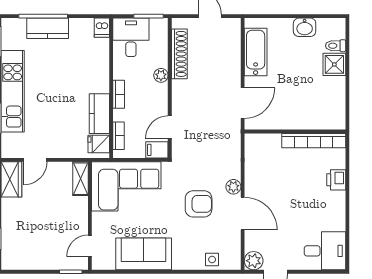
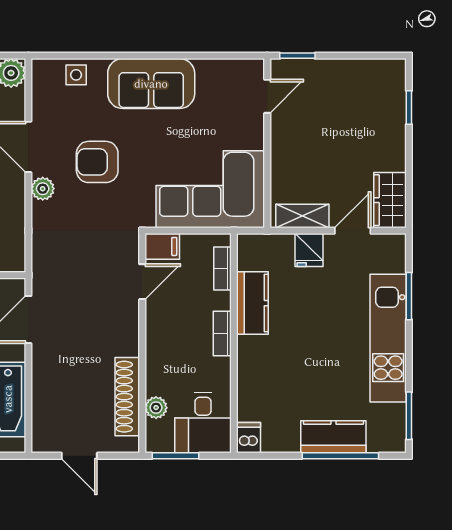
plant: (161, 75) -> (156, 408), moved
fridge: (99, 144) -> (309, 250), moved, turned 90
shelving: (80, 179) -> (302, 216), moved, turned 90
sofa: (144, 254) -> (151, 84), moved

